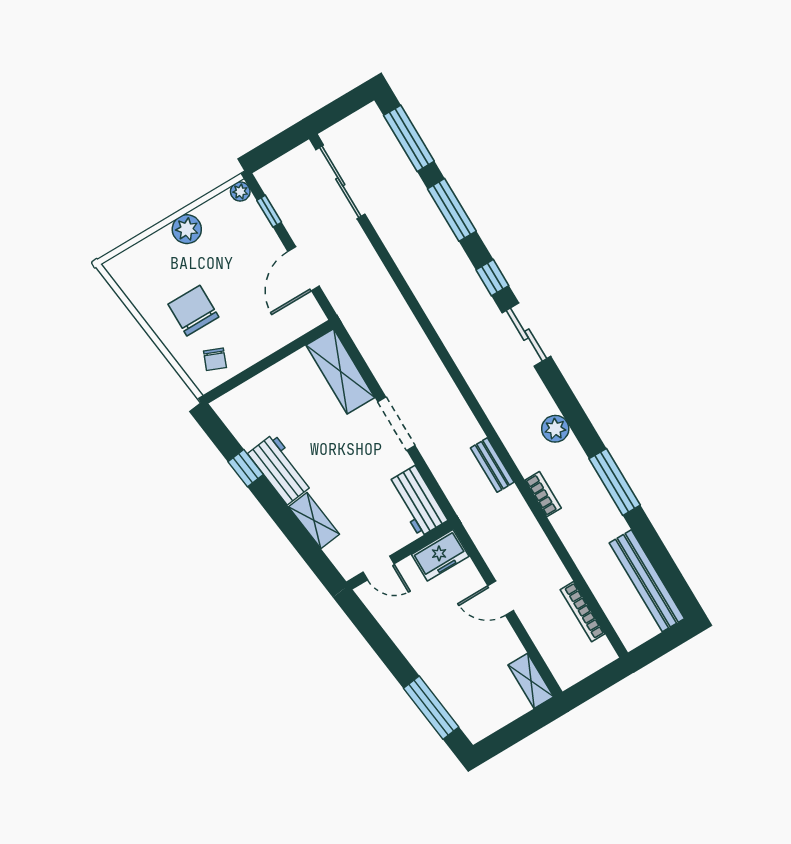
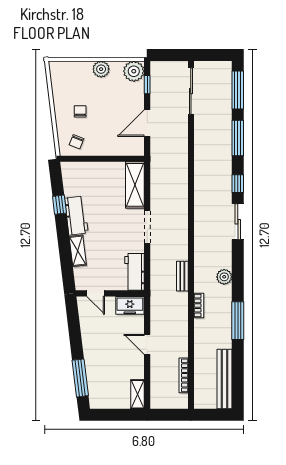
plant: (240, 192) -> (134, 71), width x1.88, depth x1.88
chair: (193, 311) -> (80, 111), width x0.54, depth x0.54

